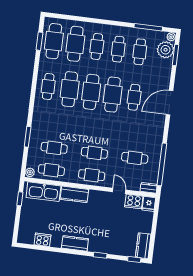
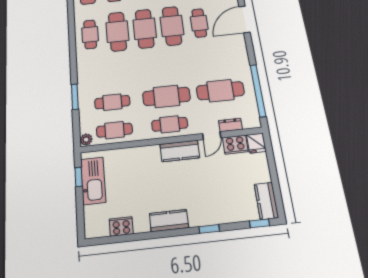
cafe table: (94, 153) -> (166, 96), width x1.37, depth x1.35
cafe table: (135, 158) -> (220, 91), width x1.37, depth x1.35
dresser: (149, 188) -> (230, 125), moved
door: (119, 191) -> (212, 136), swing flipped
kitchen sink: (43, 192) -> (93, 181), moved, turned -90
kitchen counter: (74, 194) -> (180, 151), moved

